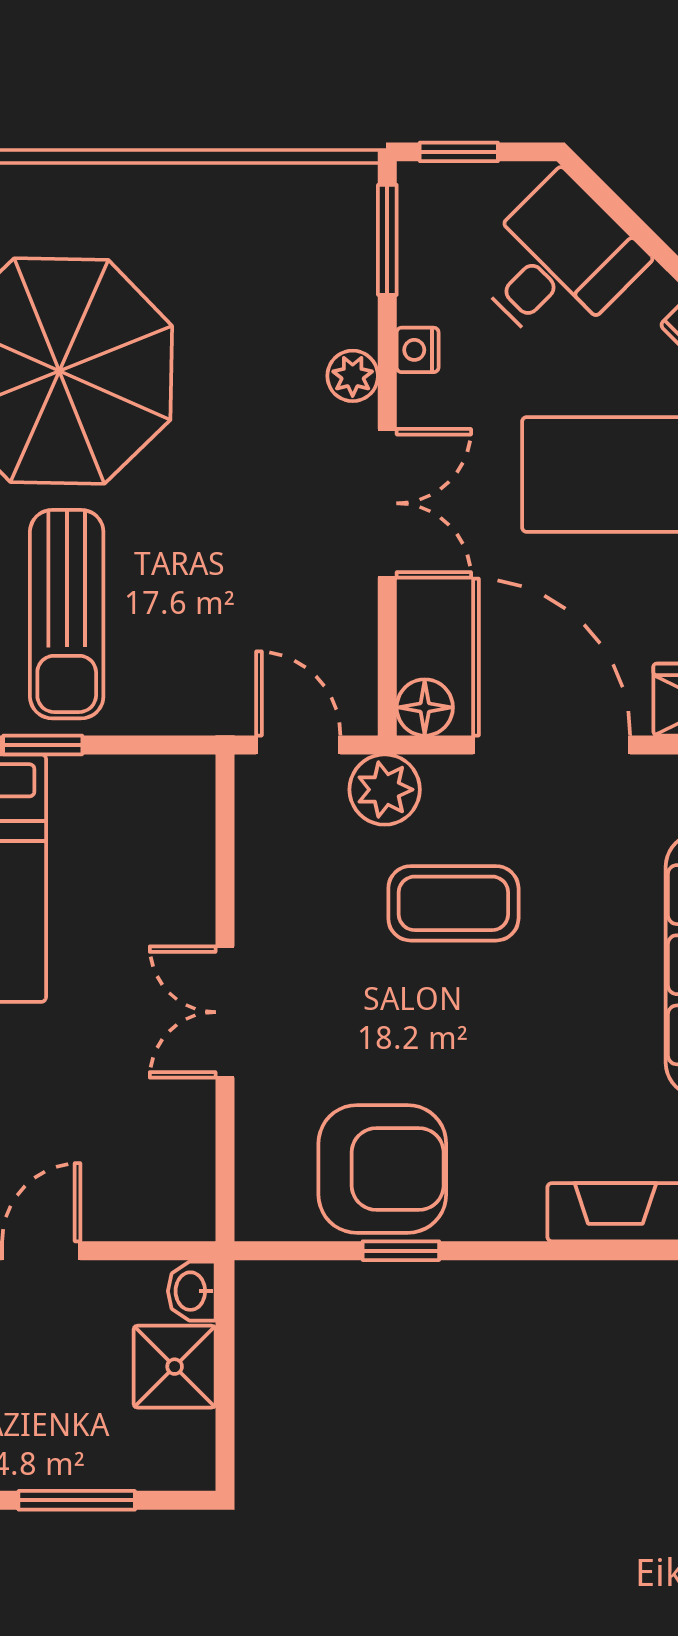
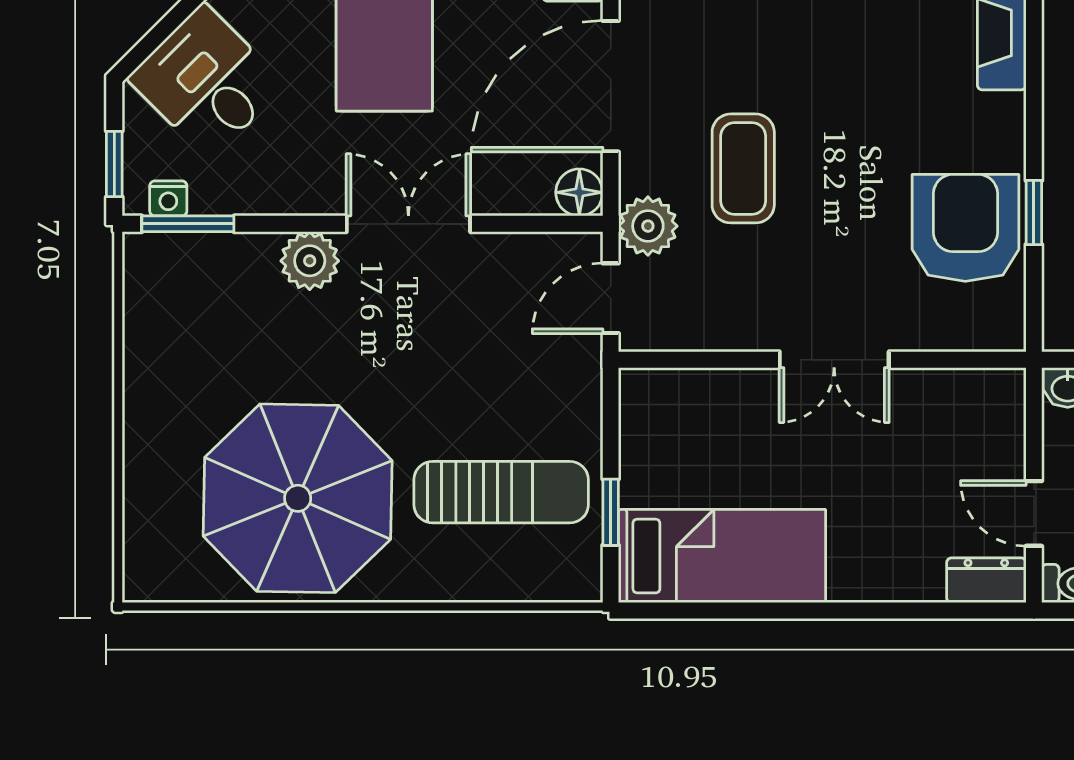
nightstand: (418, 350) -> (168, 198), moved
plant: (353, 376) -> (310, 261), width x1.38, depth x1.38

